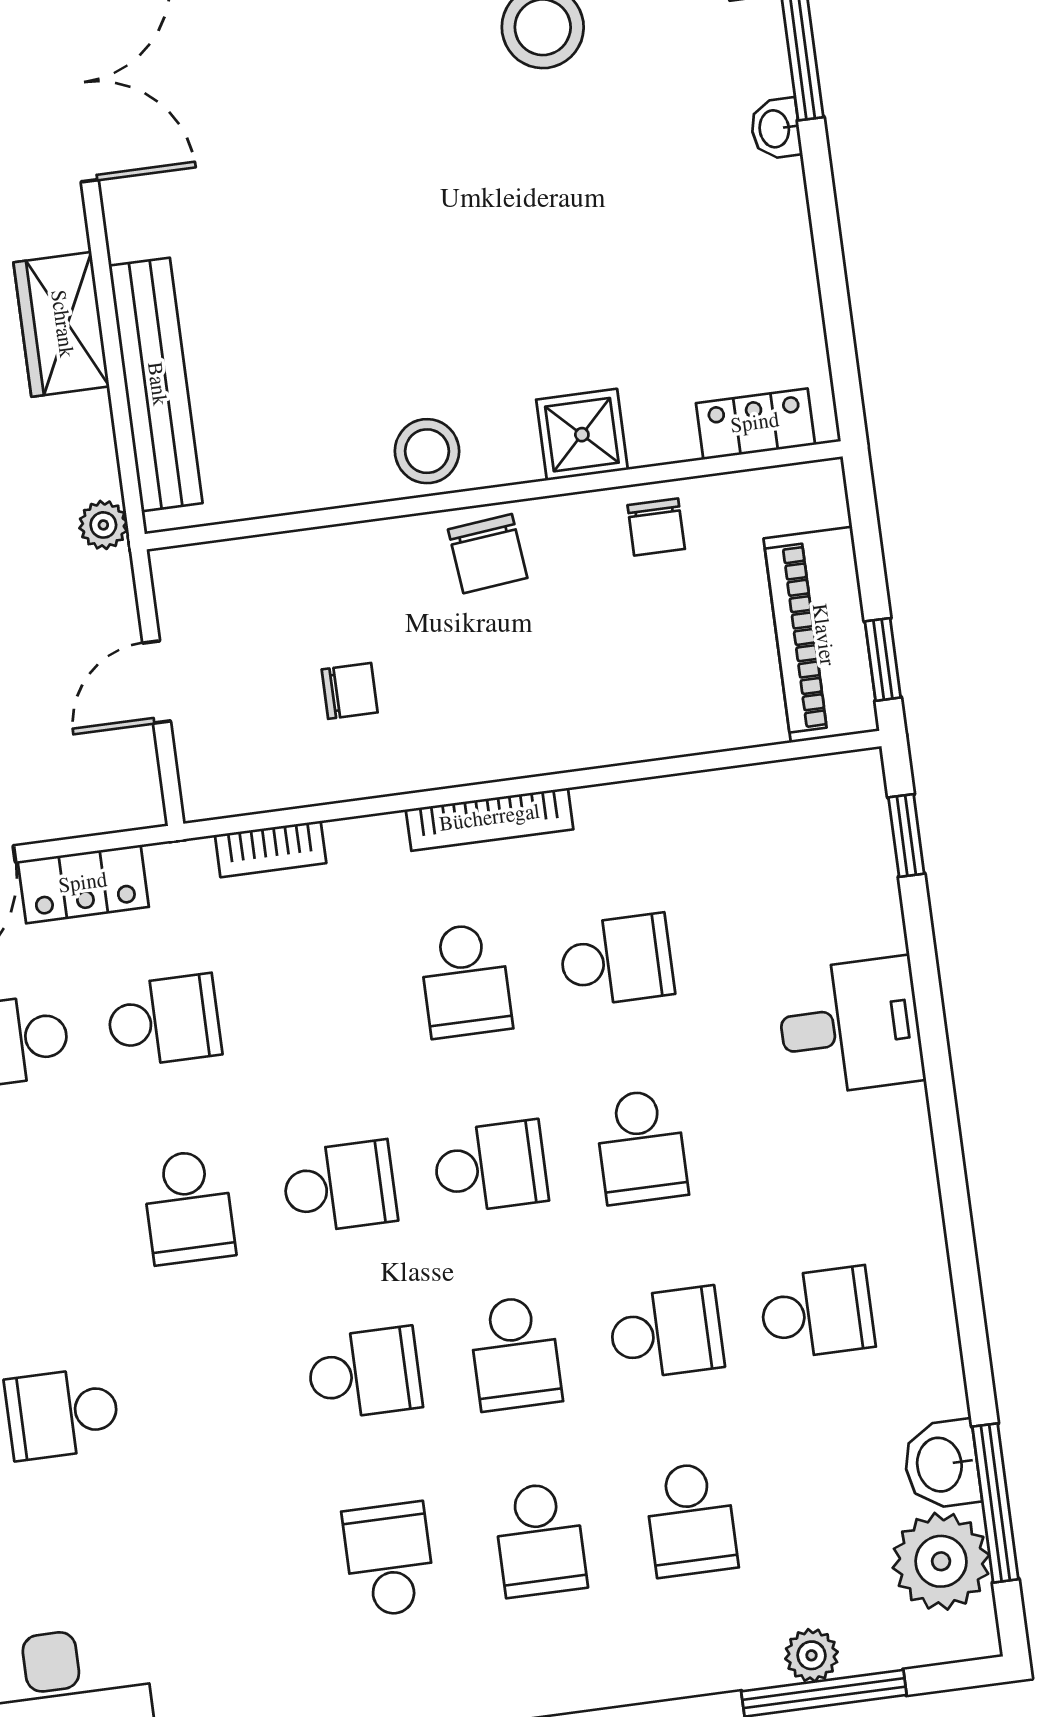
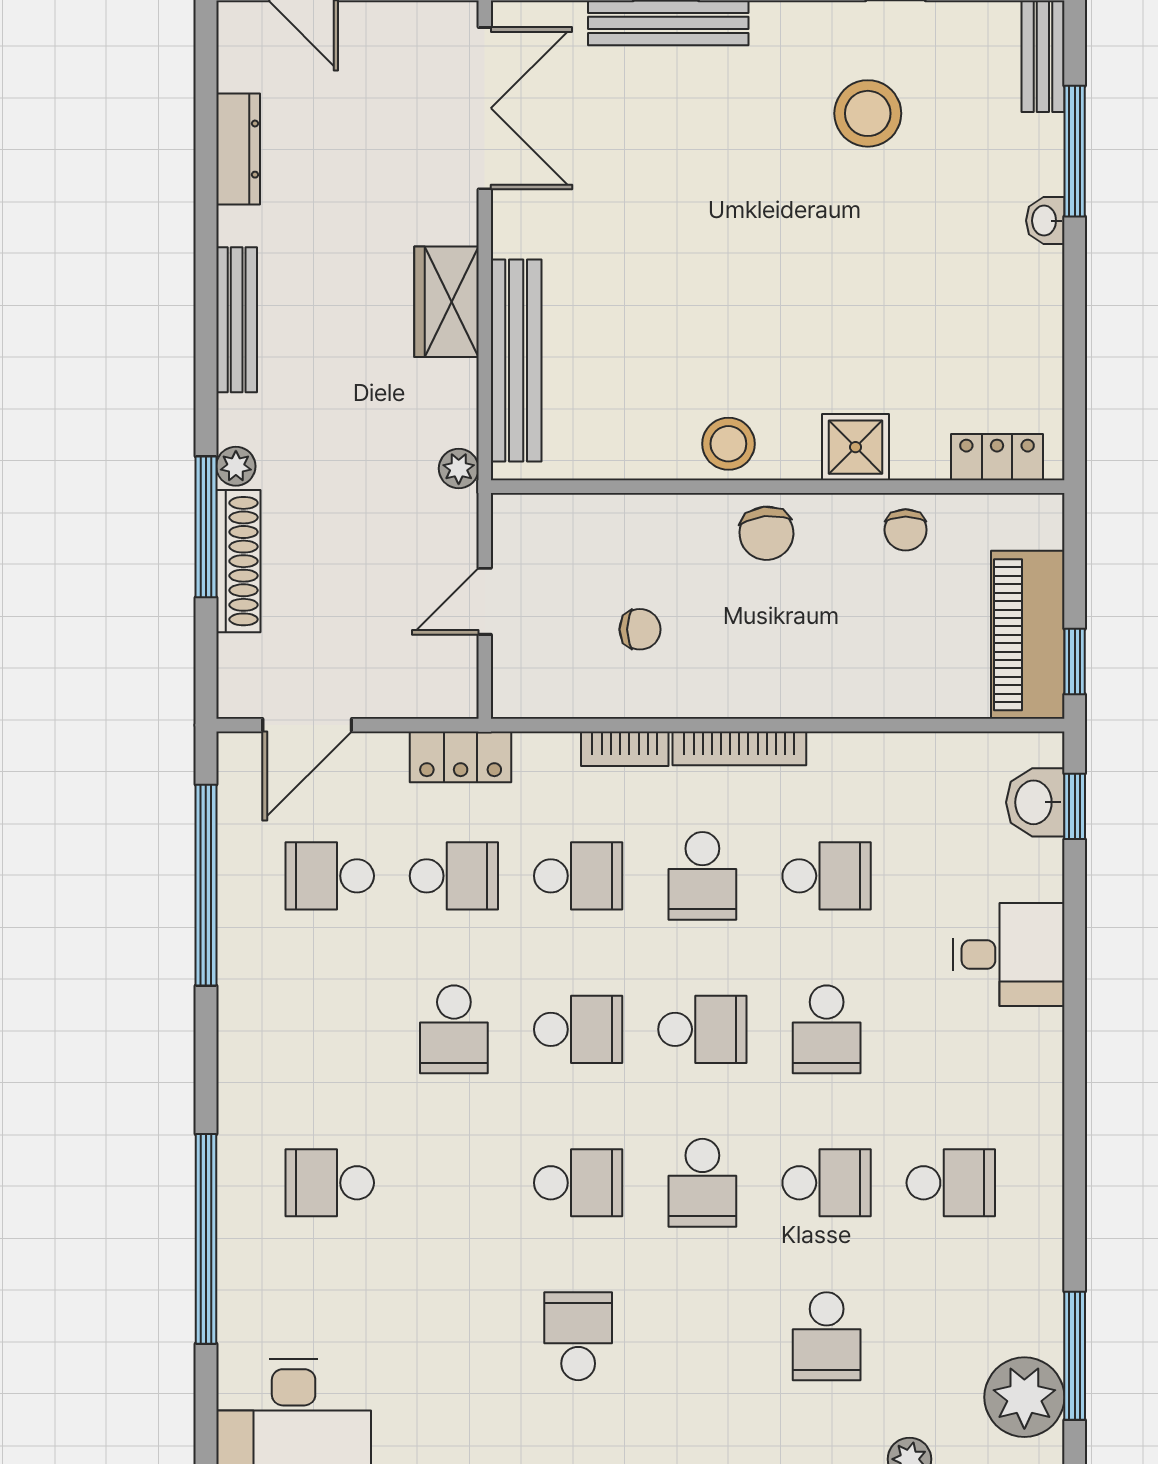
bookcase: (271, 849) -> (625, 749), moved
locker: (83, 884) -> (461, 757), moved
washbasin: (941, 1464) -> (1035, 802), moved
school desk: (540, 1539) -> (578, 876), moved, turned -90

